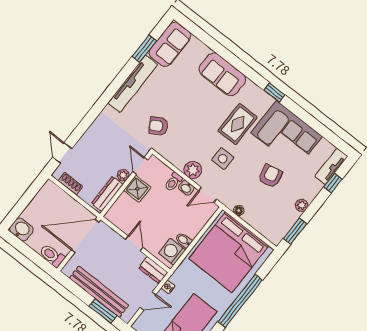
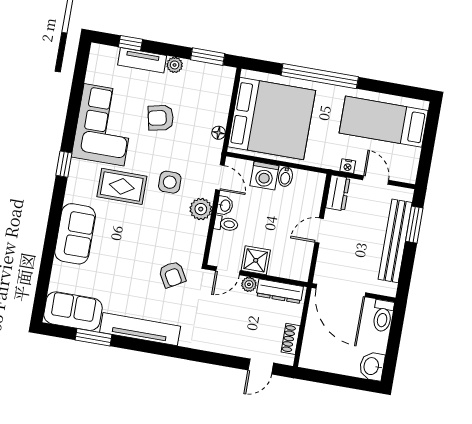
tv unit: (331, 166) -> (142, 60), moved
washing machine: (172, 252) -> (264, 176), moved

